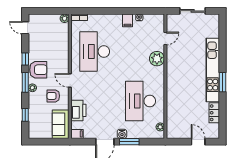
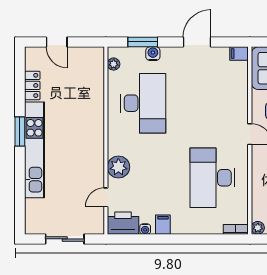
desk: (95, 51) -> (212, 178), turned 180
printer: (78, 110) -> (123, 223), moved, turned 90
water cooler: (122, 134) -> (153, 54), moved
window: (129, 142) -> (143, 42), moved

